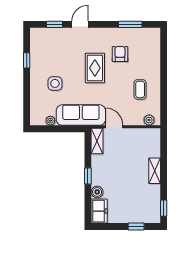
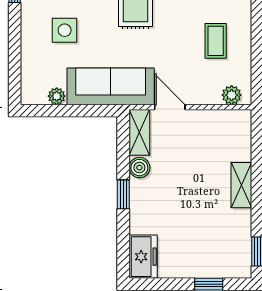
boiler: (97, 192) -> (139, 168), moved

